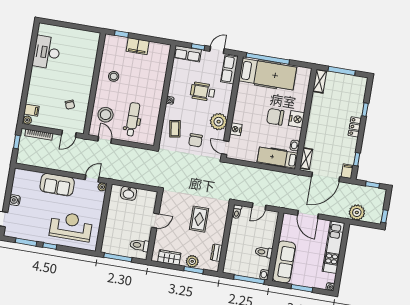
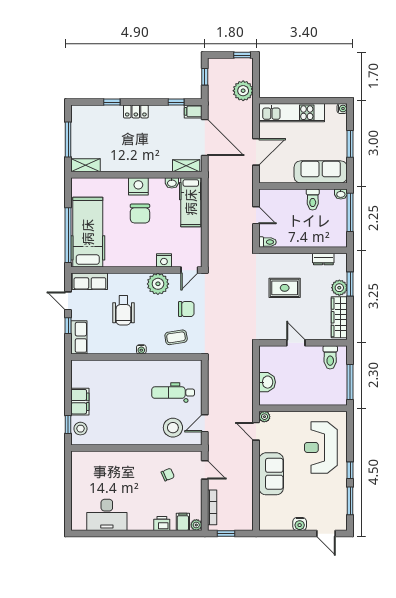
stool: (114, 76) -> (80, 429), moved
printer: (33, 94) -> (162, 523), added
wardrobe: (169, 257) -> (339, 317), width x1.50

